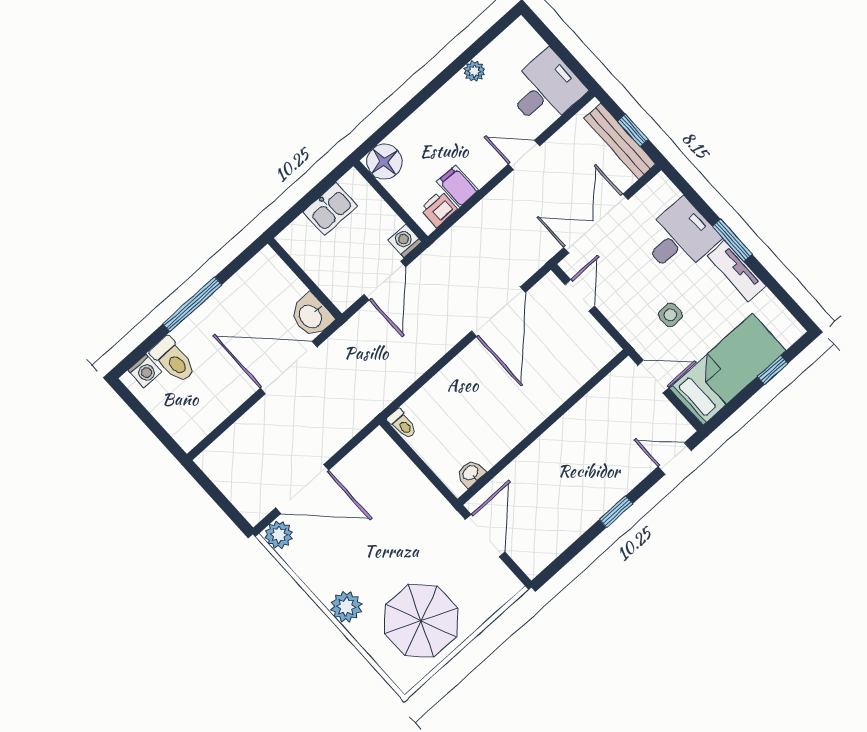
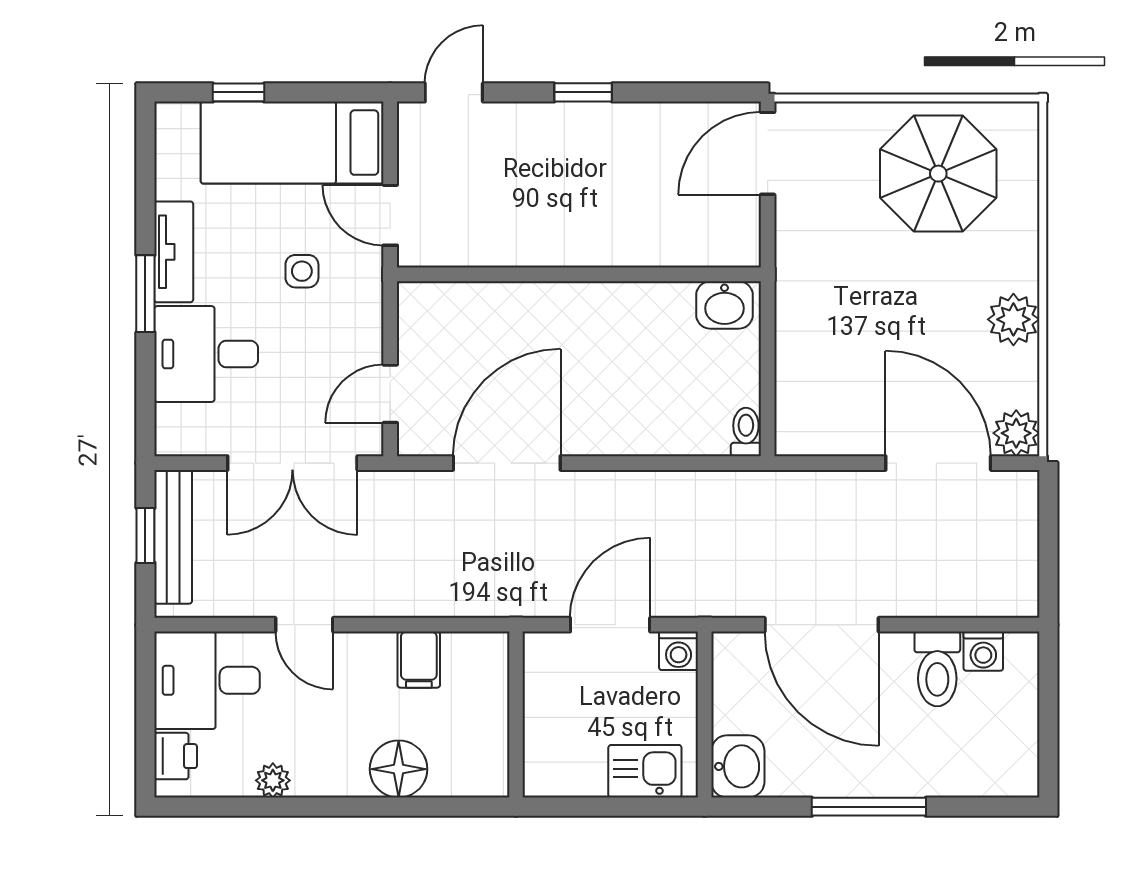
floor lamp: (384, 162) -> (399, 769), moved
kitchen sink: (330, 209) -> (645, 771), moved
printer: (438, 209) -> (176, 756), moved, turned -90
washing machine: (405, 241) -> (679, 651), moved
washbasin: (311, 316) -> (738, 766), moved
toilet: (173, 360) -> (937, 669), moved, turned 180
washing machine: (145, 371) -> (983, 651), moved, turned 180
door: (675, 459) -> (454, 92), swing flipped
washbasin: (471, 473) -> (724, 305), width x1.38, depth x1.45
door: (485, 536) -> (768, 153), moved
plant: (346, 607) -> (1013, 319), moved

